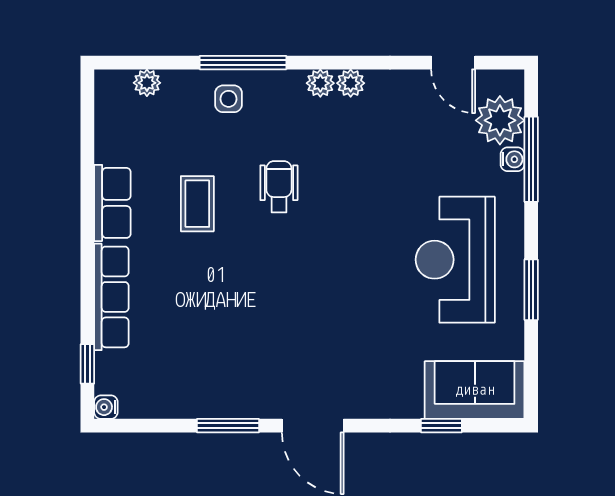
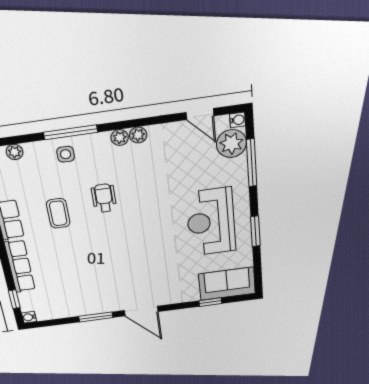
water cooler: (512, 159) -> (238, 120), moved

